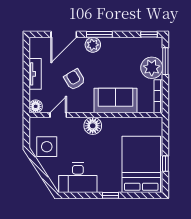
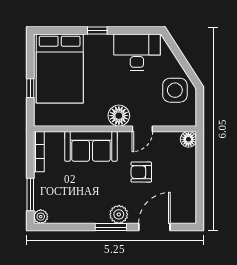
window: (149, 34) -> (50, 227), removed
plant: (152, 68) -> (41, 217), moved, width x0.53, depth x0.53
tv unit: (35, 74) -> (189, 179), removed
armchair: (74, 80) -> (141, 172), turned 121
door: (58, 115) -> (142, 129), moved
window: (165, 164) -> (30, 88), moved

